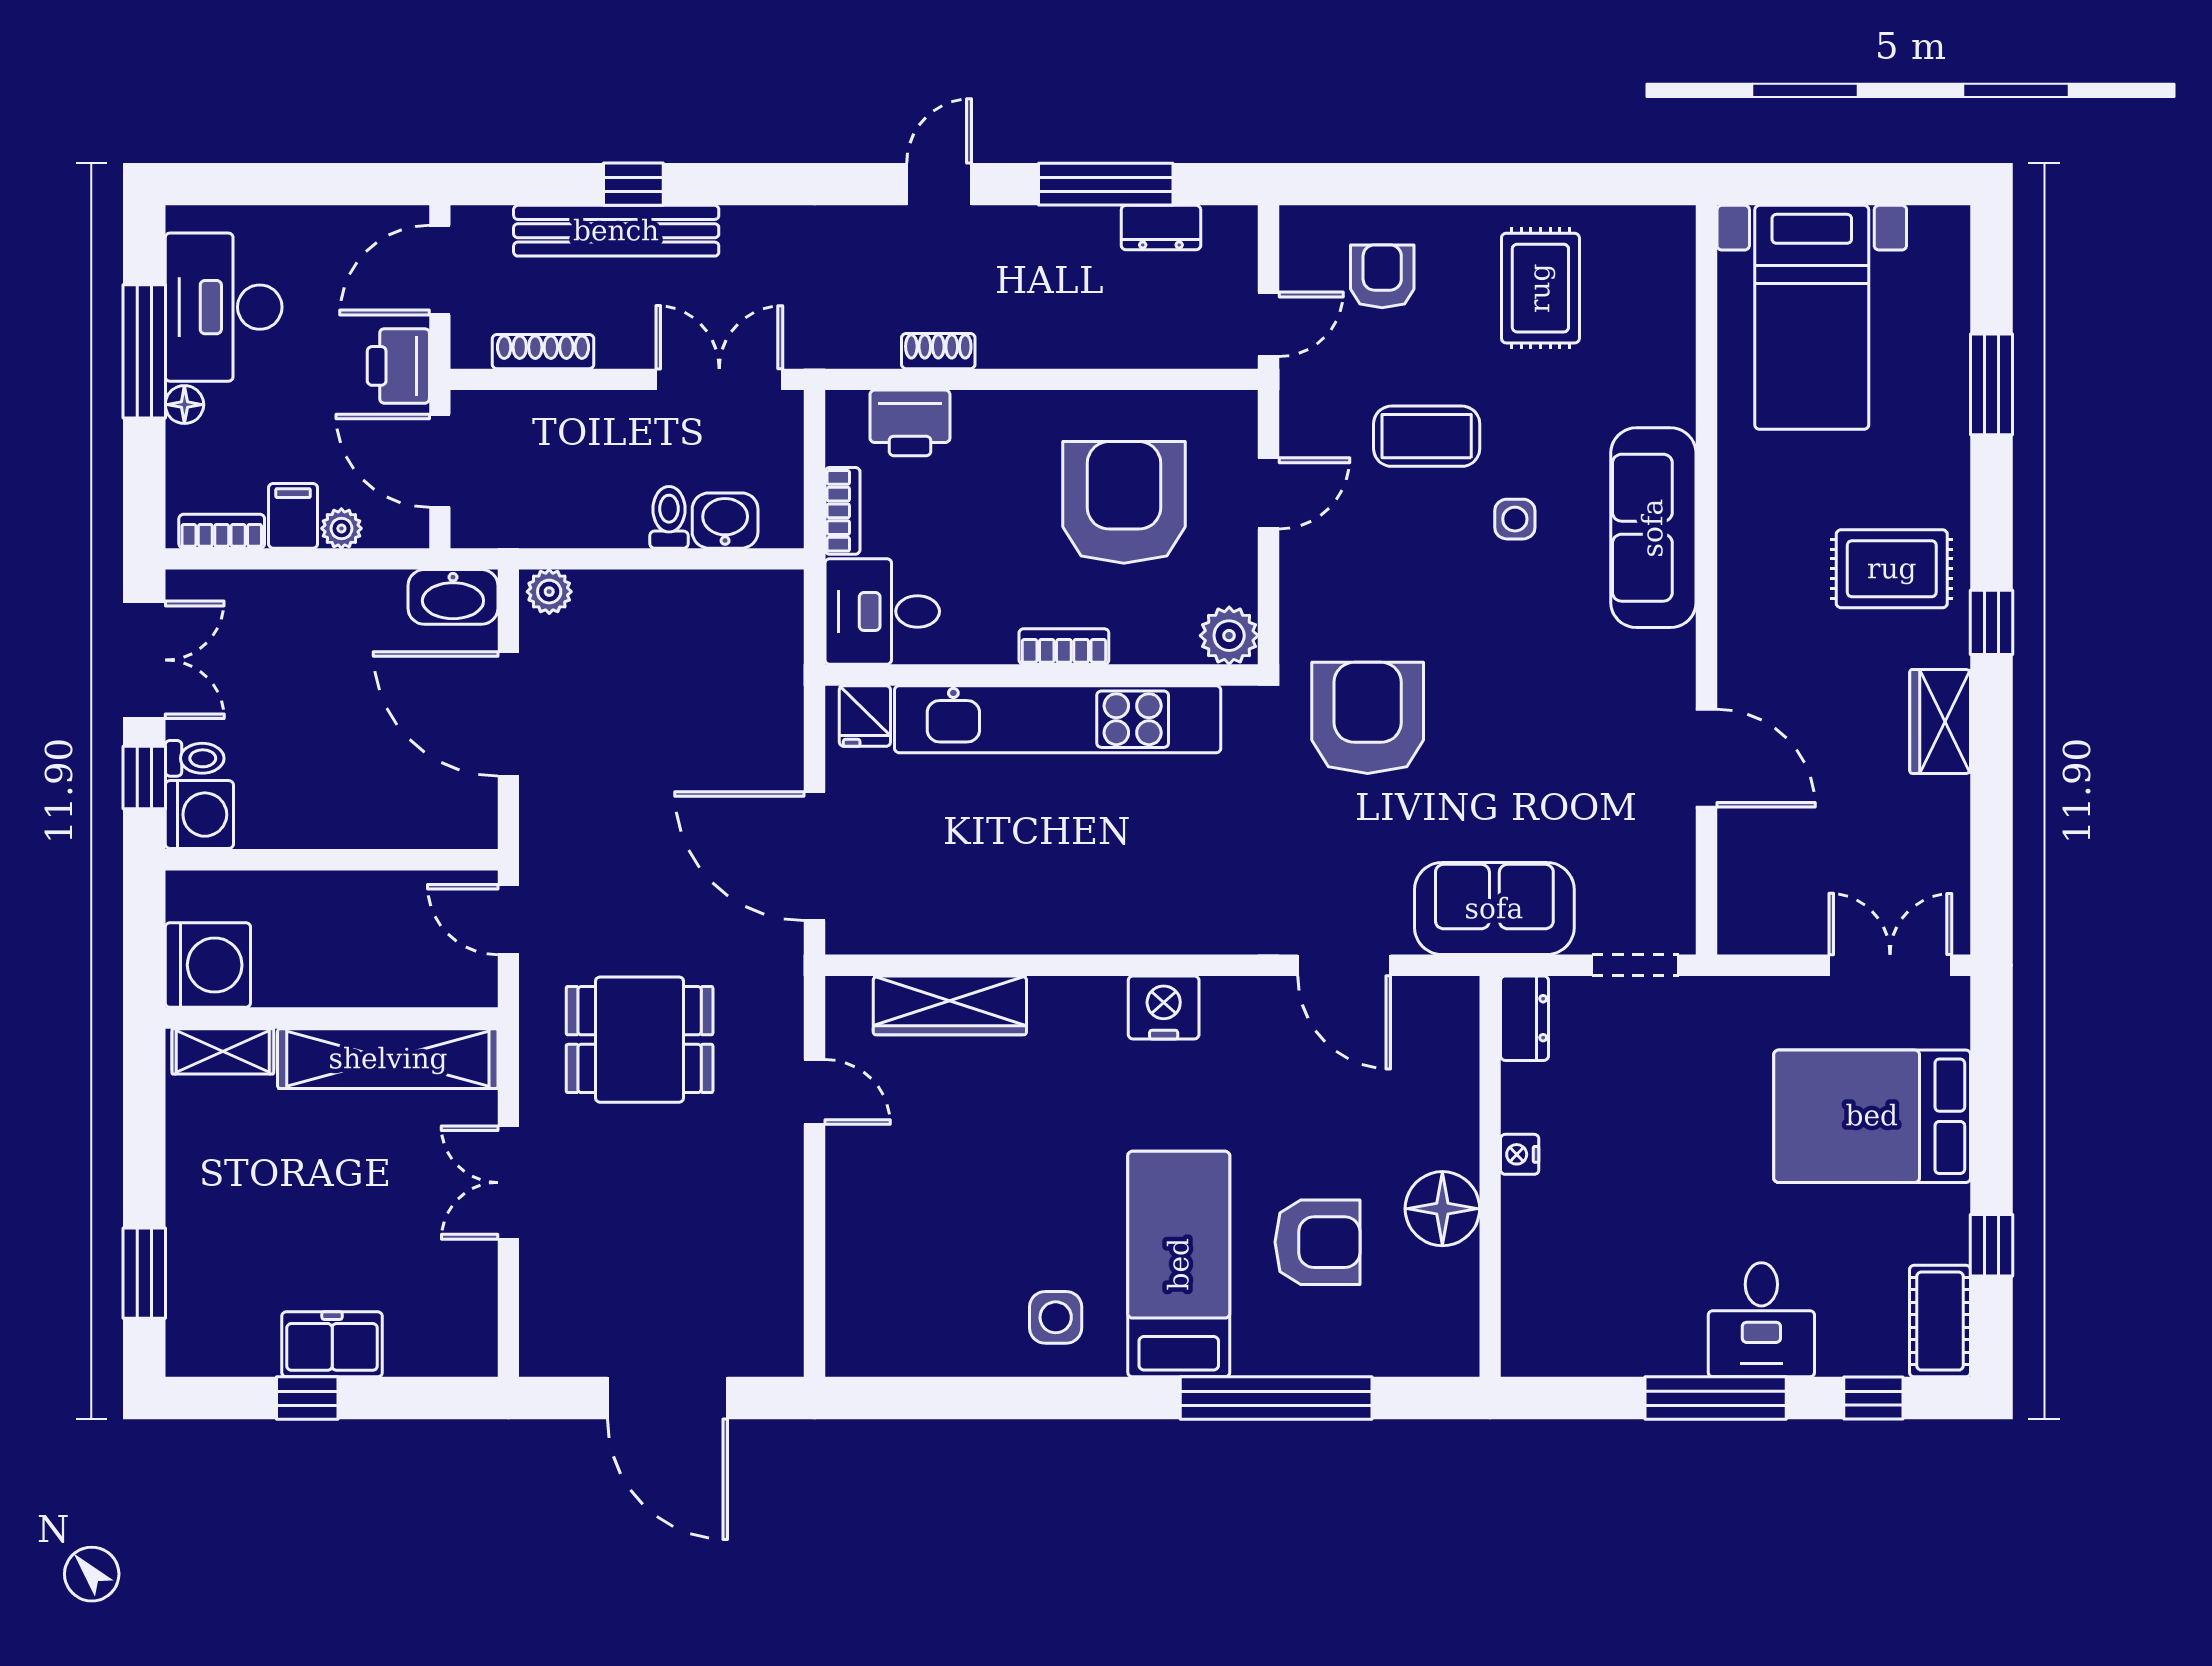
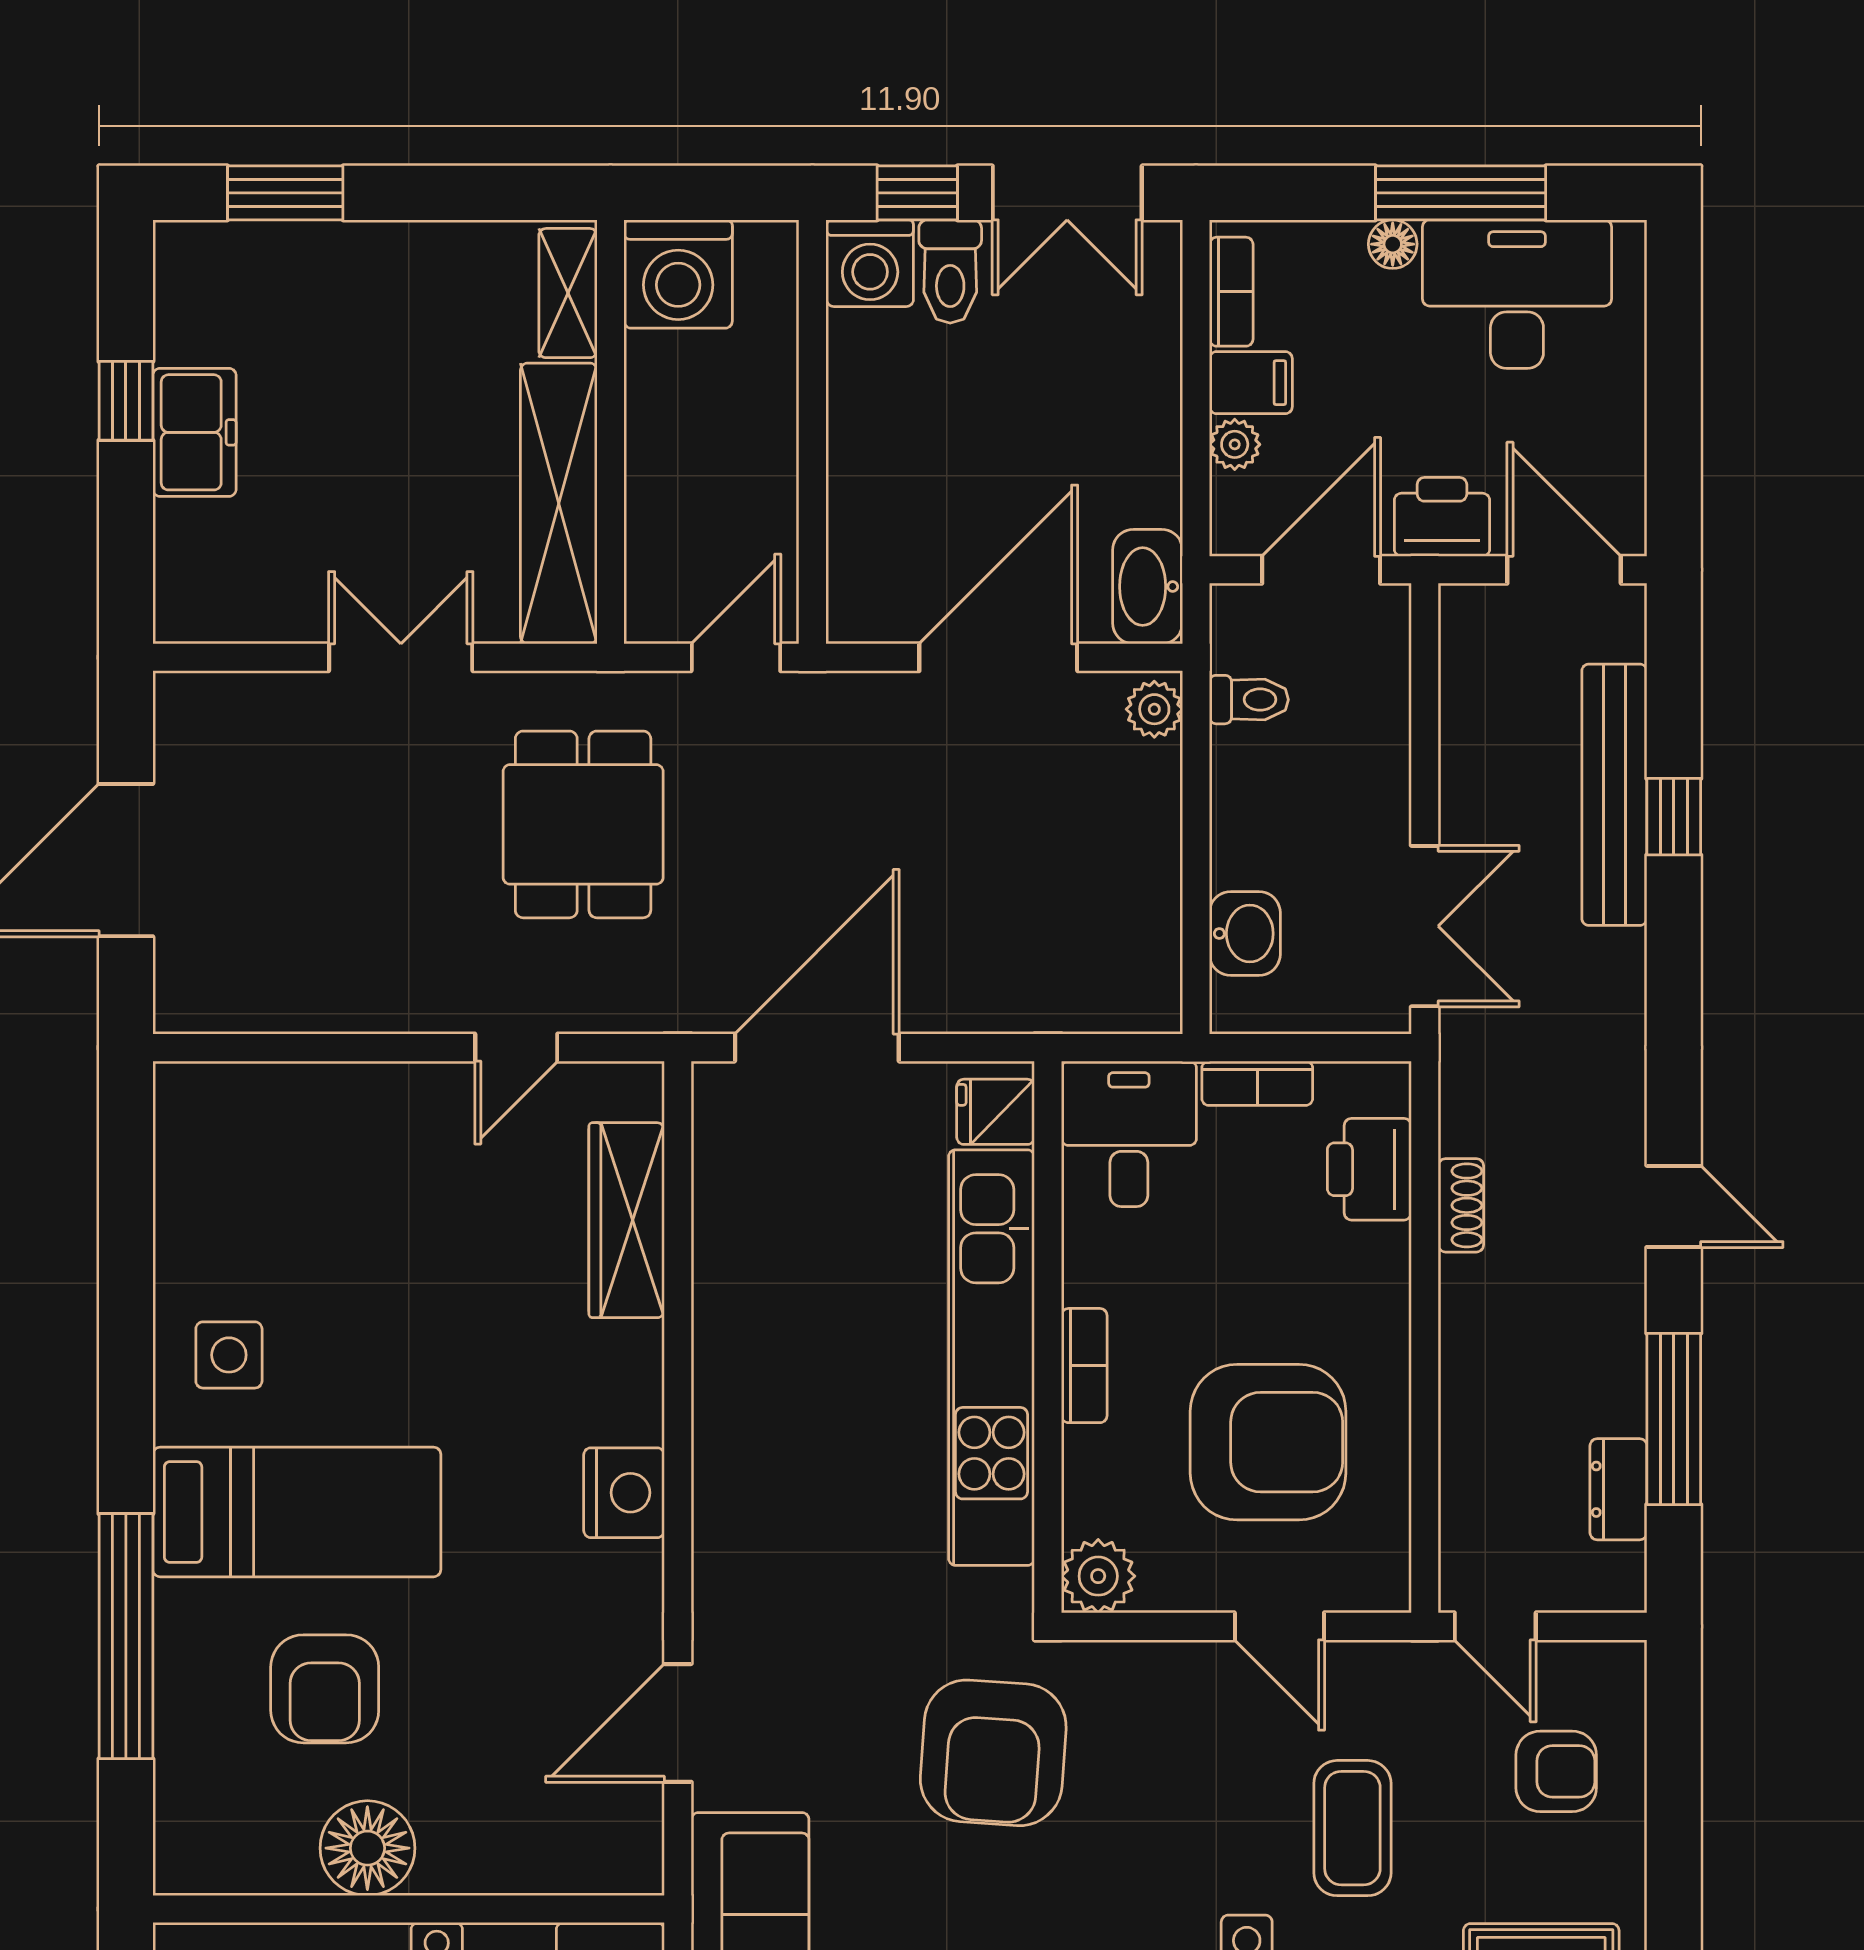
shoe rack: (543, 352) -> (1460, 701), removed
toilet: (669, 517) -> (1249, 700), moved
armchair: (1368, 718) -> (993, 1753), turned 94
toilet: (195, 758) -> (950, 271), width x1.37, depth x1.39

